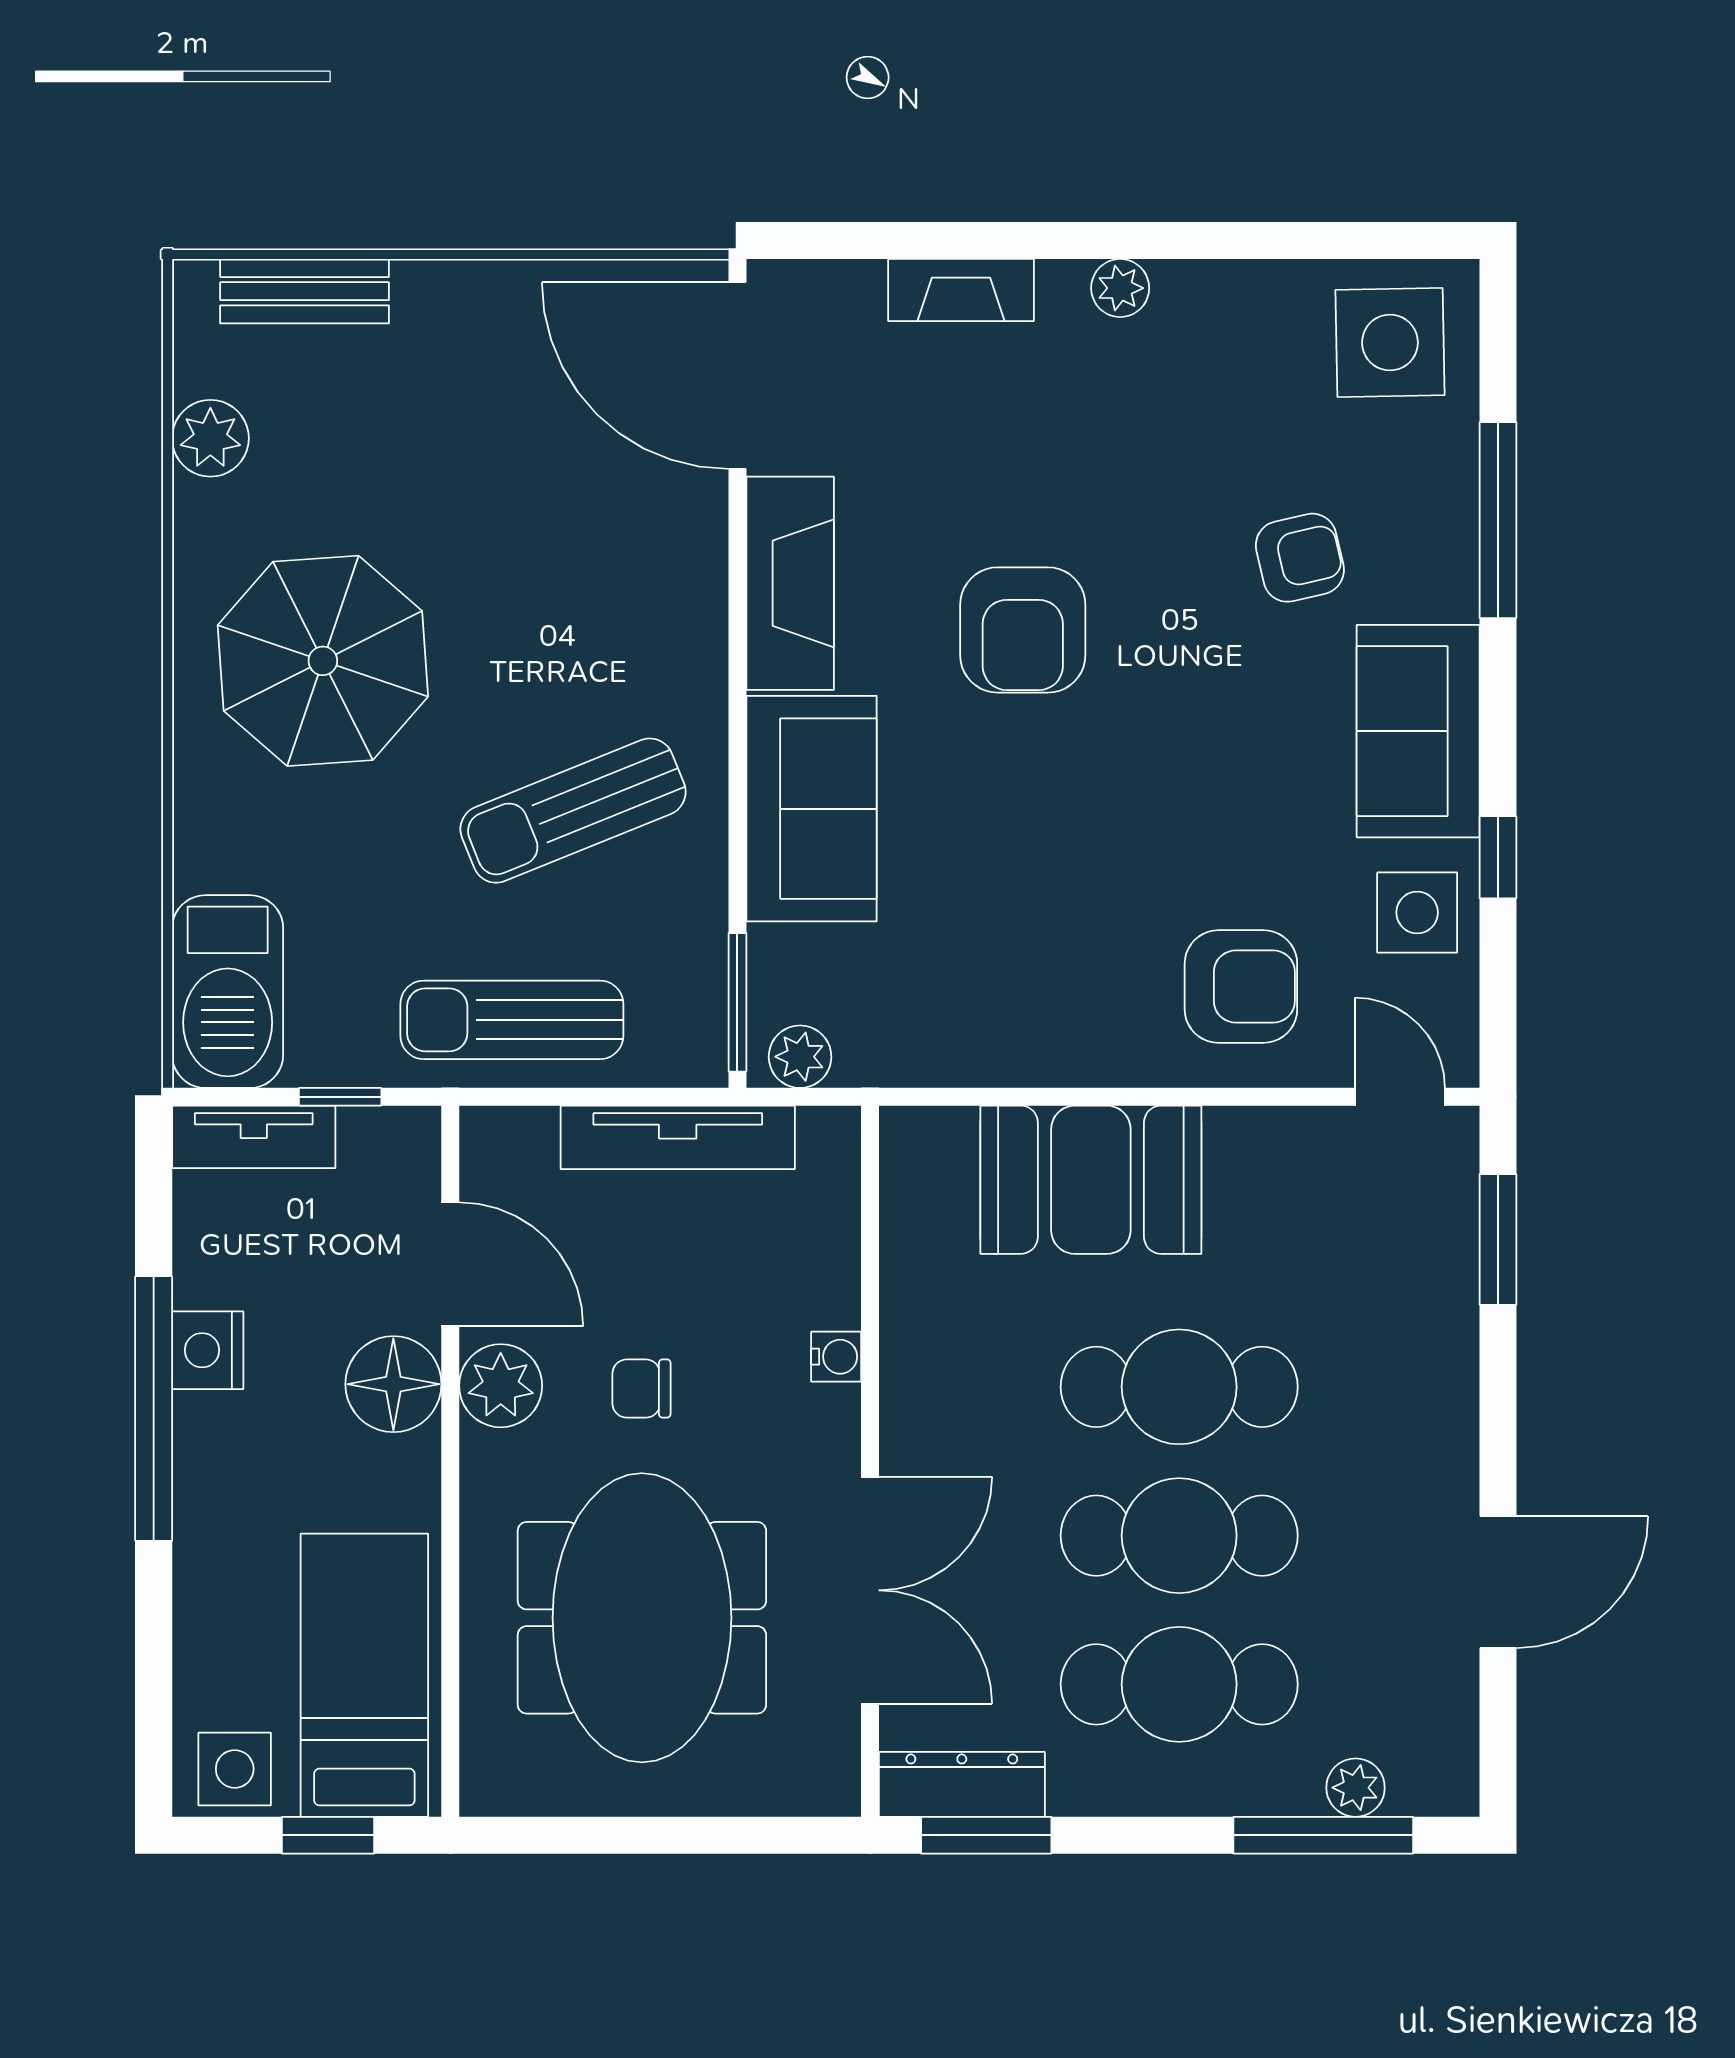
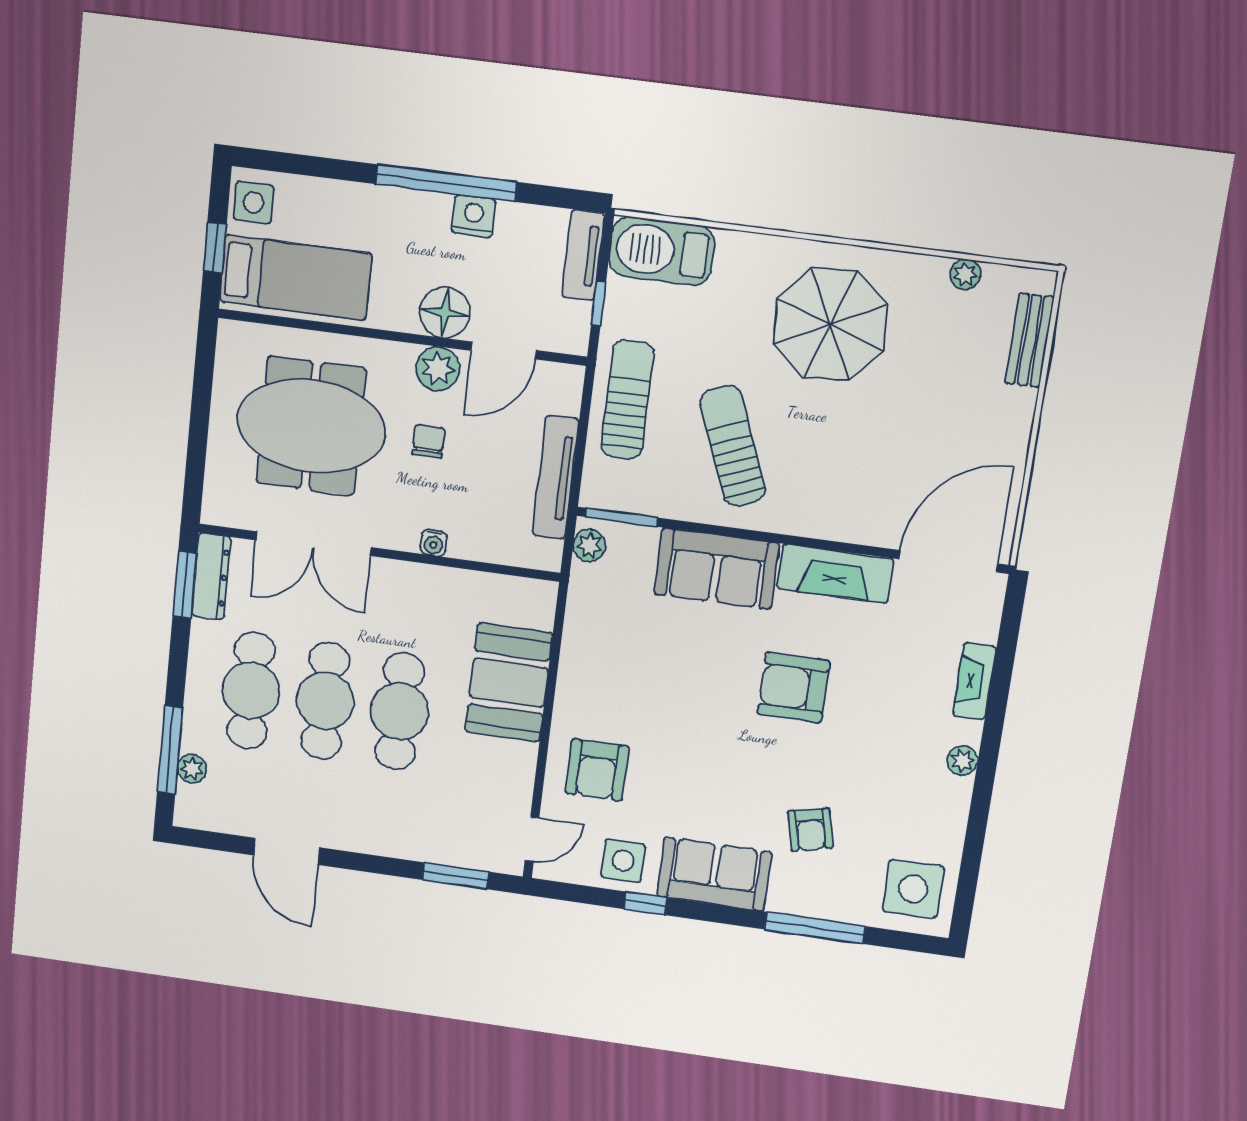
plant: (210, 438) -> (965, 274), width x0.73, depth x0.73

